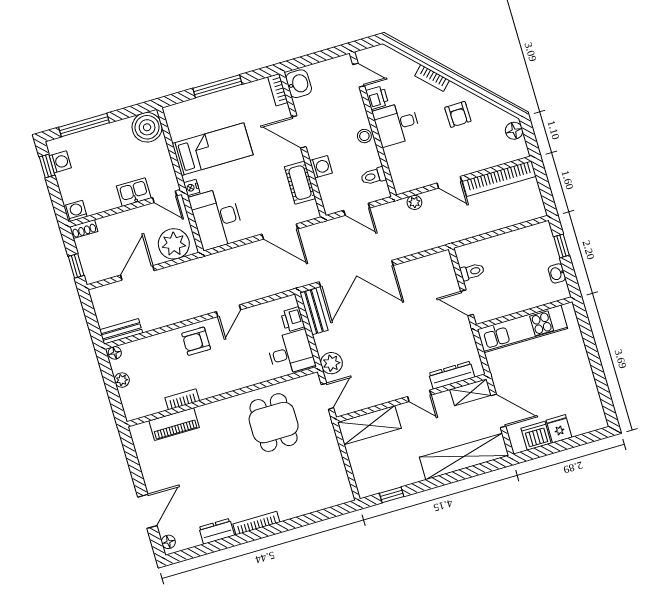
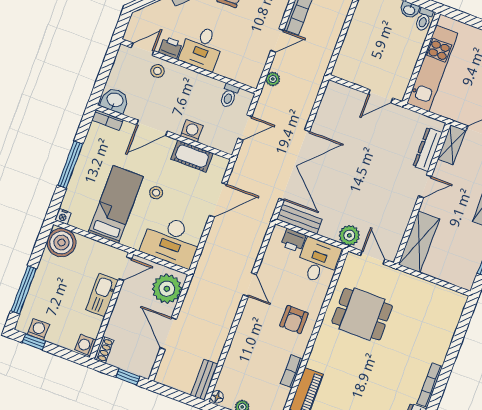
stool: (364, 136) -> (157, 71), moved
stool: (247, 175) -> (156, 193), added
nightstand: (192, 187) -> (63, 216), moved
kitchen sink: (134, 192) -> (102, 295), width x1.38
toilet: (472, 272) -> (424, 19), moved, turned 180
armchair: (196, 341) -> (294, 320), moved

